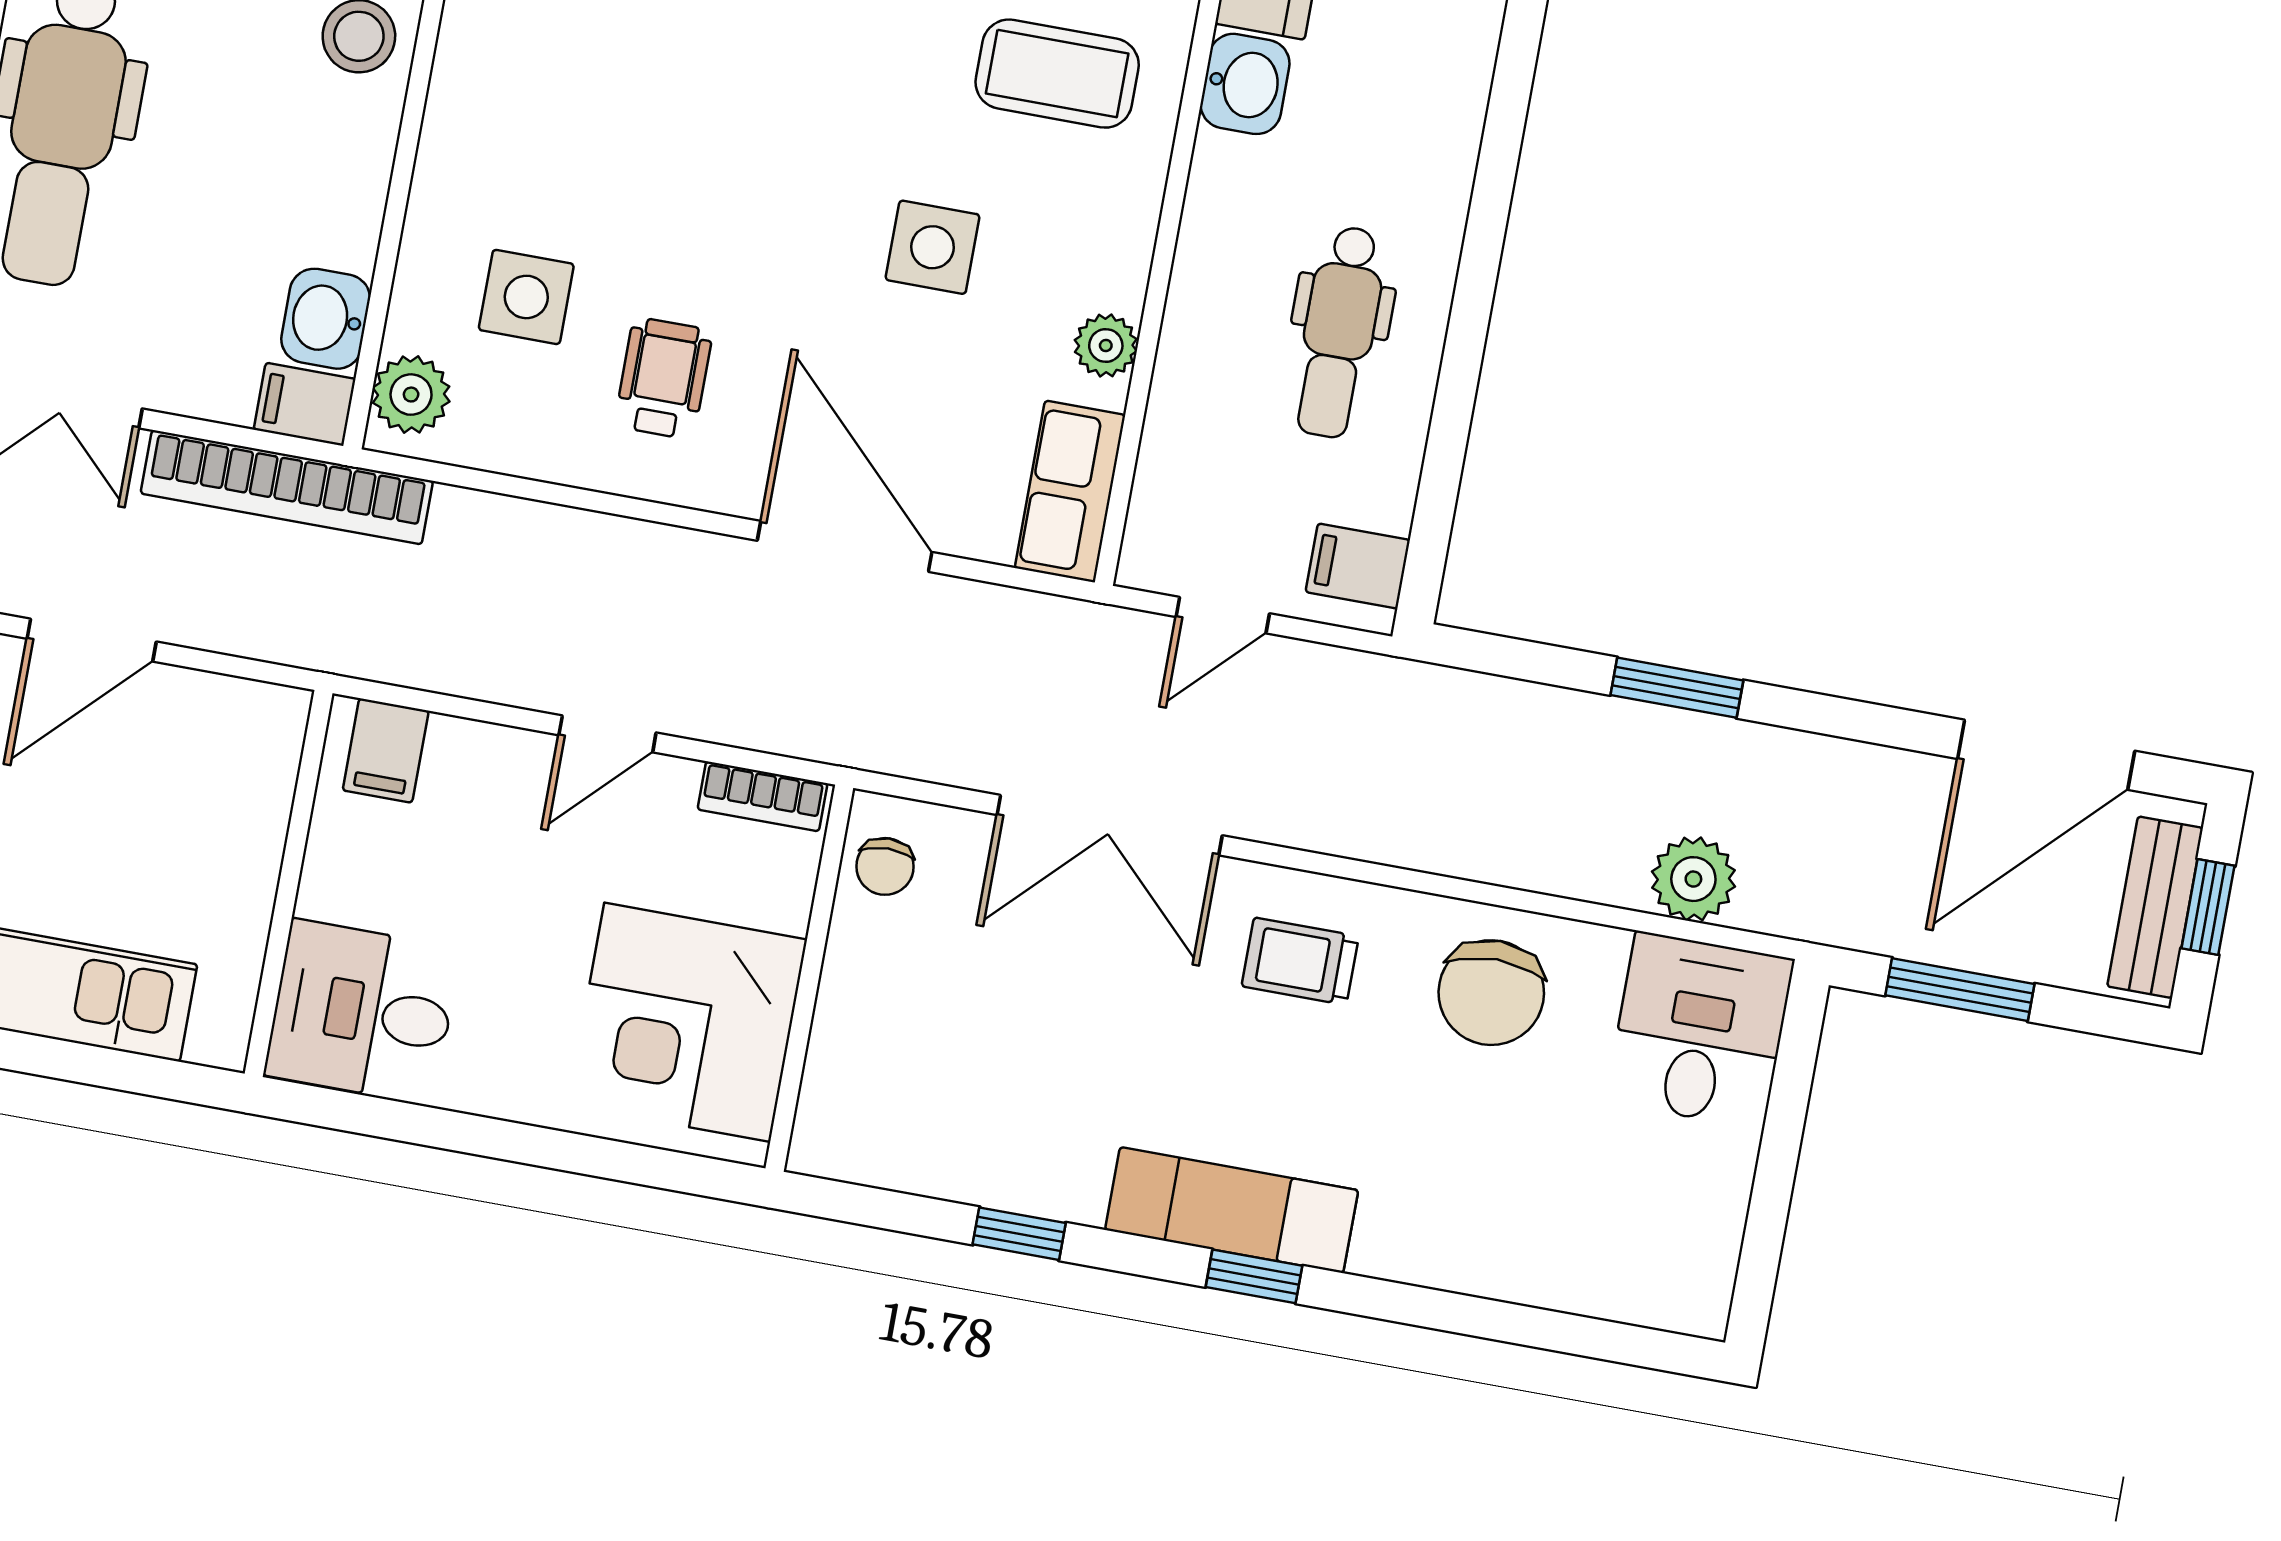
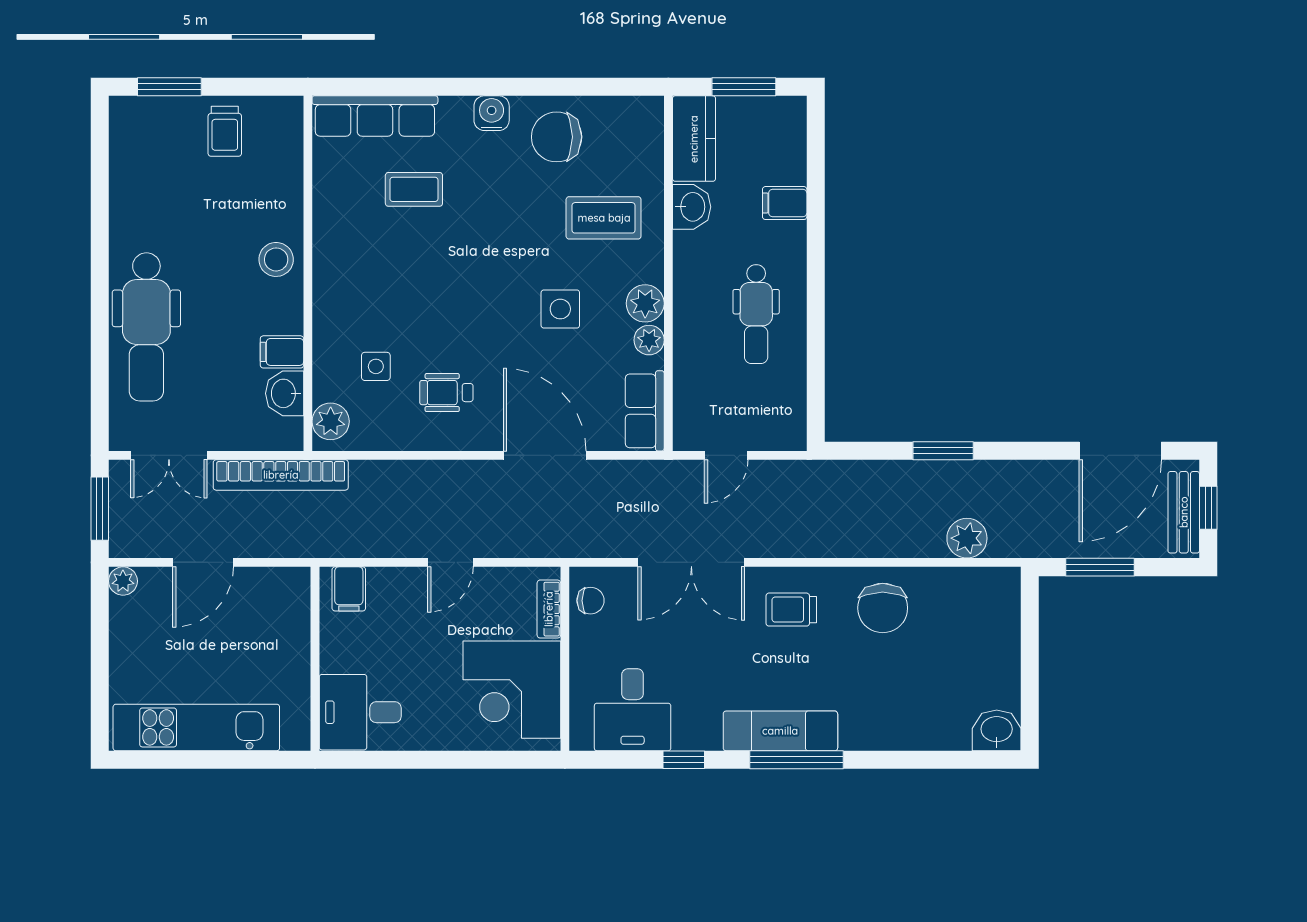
plant: (1112, 268) -> (645, 303), added
side table: (526, 297) -> (376, 366), width x0.73, depth x0.73
wheelchair: (663, 378) -> (446, 393), turned -90
filing cabinet: (305, 404) -> (282, 352), moved
filing cabinet: (1358, 566) -> (785, 203), moved
bookcase: (763, 796) -> (549, 609), moved, turned 90
chair: (885, 866) -> (590, 601), turned -89
desk: (1700, 1030) -> (633, 710), moved, turned 180
window: (1254, 1276) -> (796, 760), width x2.17
washbasin: (1682, 1291) -> (997, 730), added

